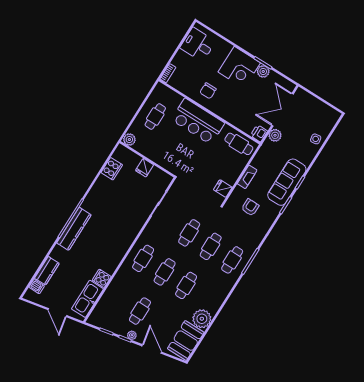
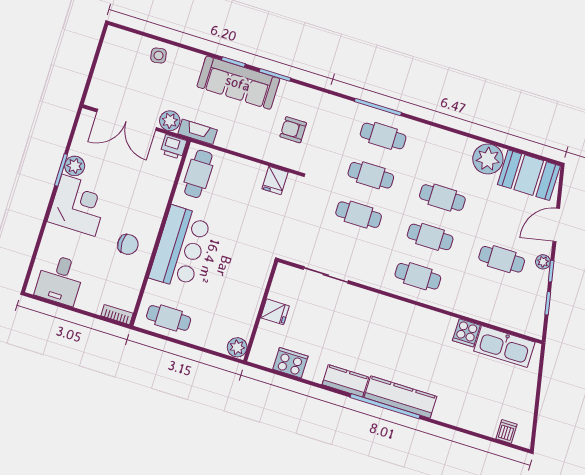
cafe table: (155, 117) -> (169, 318), moved
fireplace: (247, 177) -> (198, 132), moved
kitchen counter: (47, 271) -> (345, 381), moved
door: (57, 313) -> (539, 388), removed

